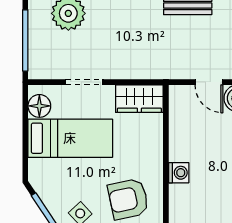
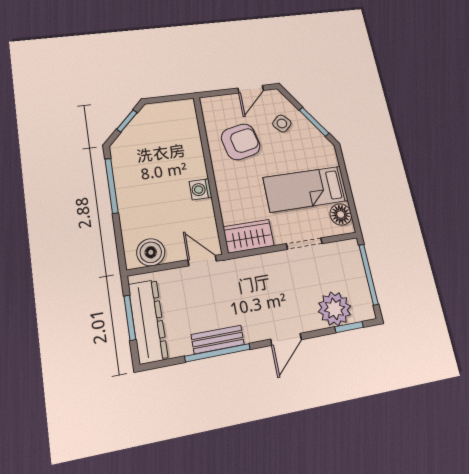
door: (209, 82) -> (202, 261), moved
washing machine: (179, 173) -> (201, 189), moved

